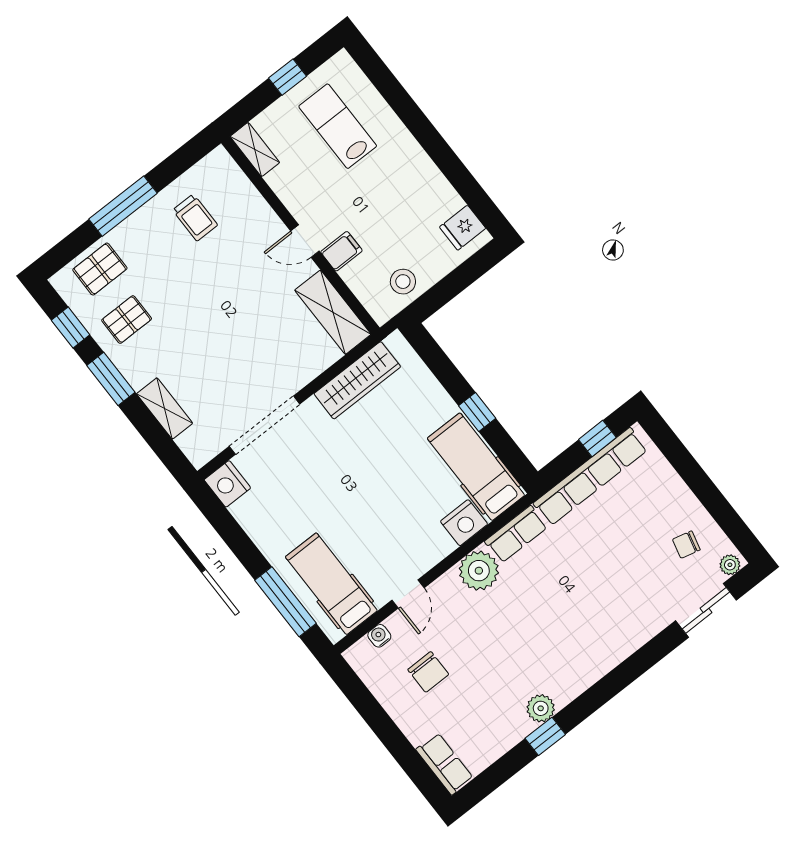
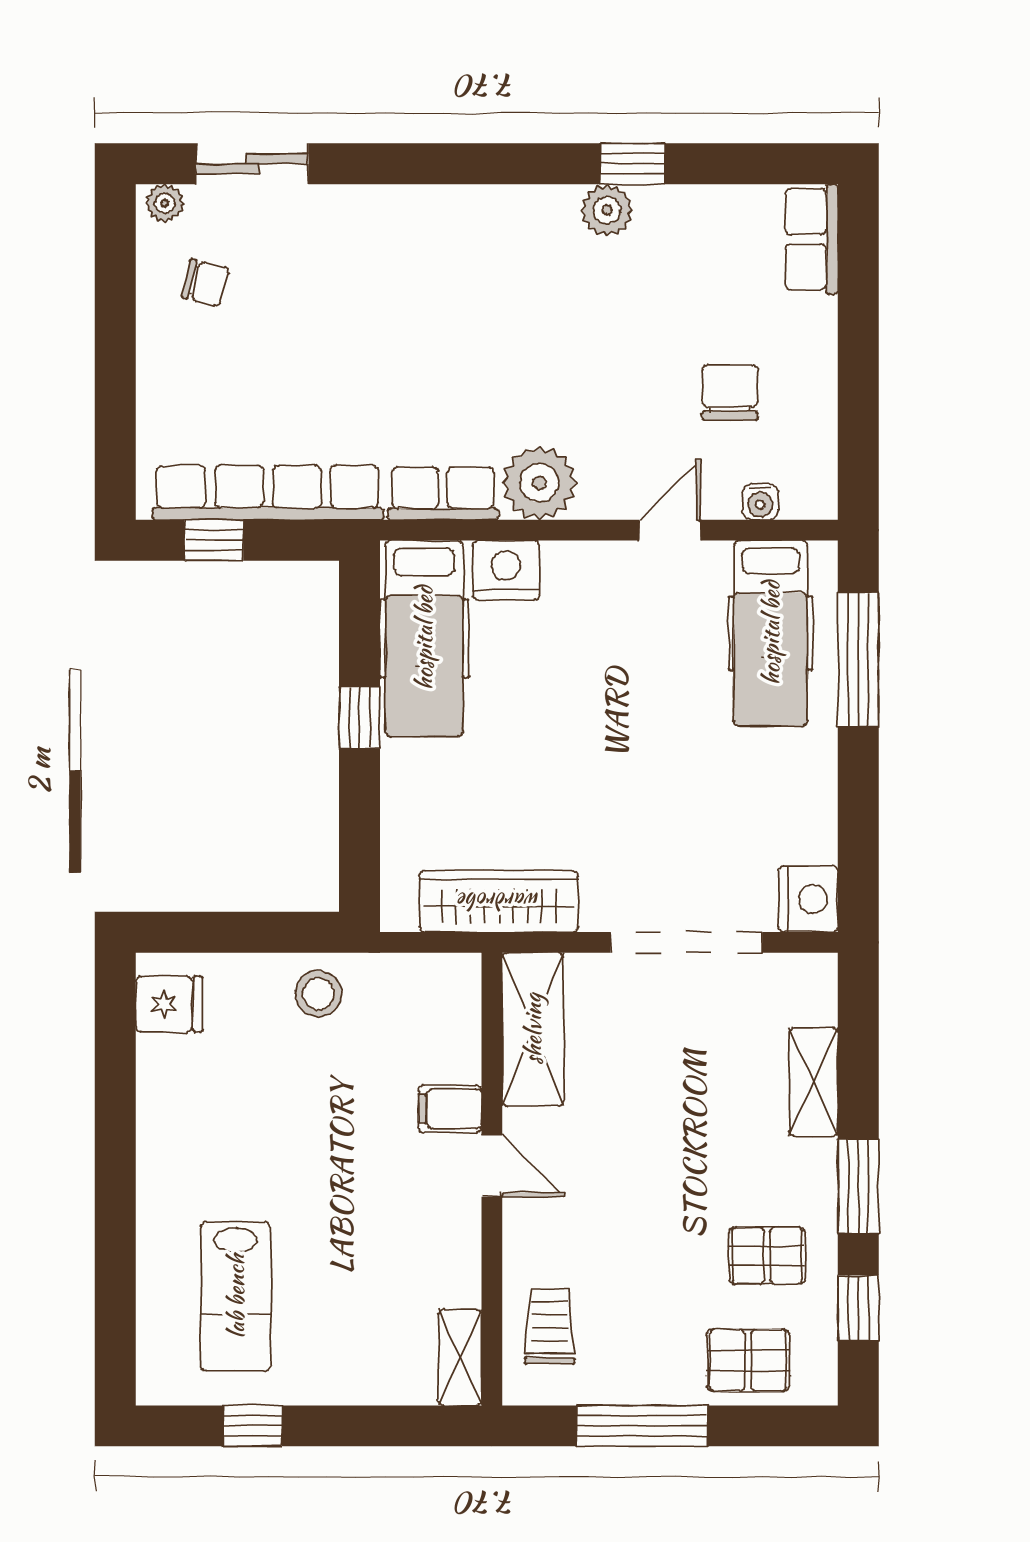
shelving: (255, 149) -> (460, 1357), moved
wall: (301, 235) -> (492, 1179), moved
door: (305, 241) -> (492, 1166), moved
filing cabinet: (341, 251) -> (450, 1109), moved
shelving: (333, 312) -> (533, 1029), moved

